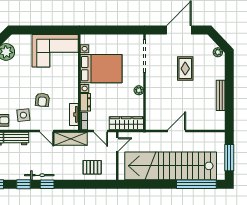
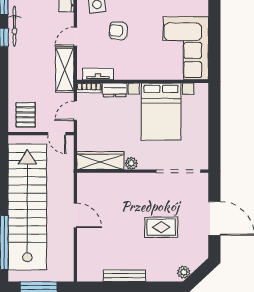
wardrobe: (126, 123) -> (100, 161), moved, turned -90
pallet: (92, 167) -> (26, 115), moved

